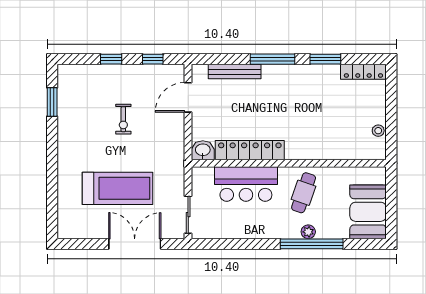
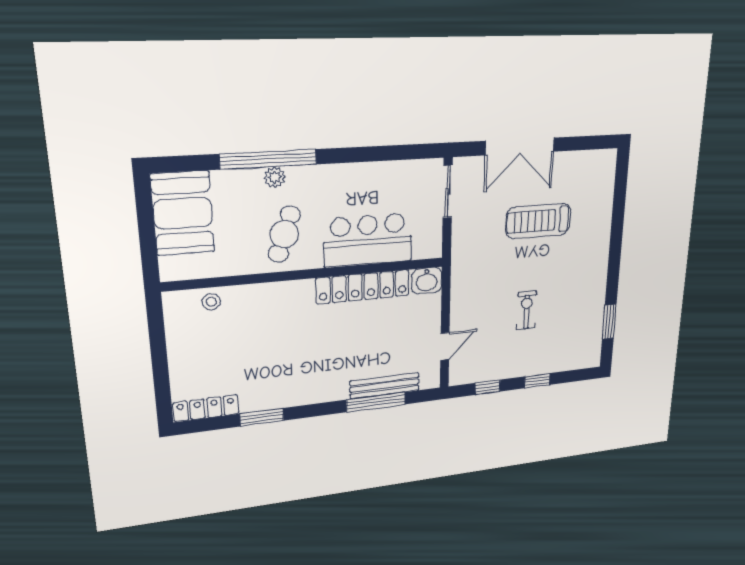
window: (272, 59) -> (376, 402), moved
door: (188, 97) -> (445, 346), width x0.73
stool: (378, 131) -> (211, 302), moved
treadmill: (117, 188) -> (538, 221), width x0.73, depth x0.73

